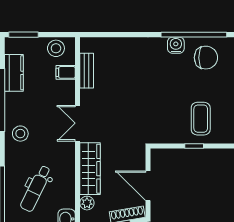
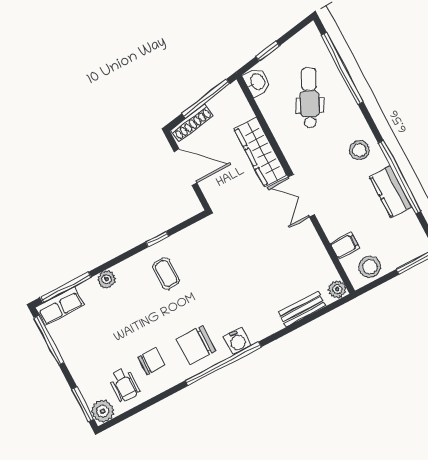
bench: (87, 71) -> (302, 309), moved, turned 90
kitchen counter: (14, 73) -> (391, 192), moved
coffee table: (201, 119) -> (166, 274), width x0.73, depth x0.77
double door: (78, 123) -> (301, 196), swing flipped
plant: (87, 203) -> (337, 289), moved

